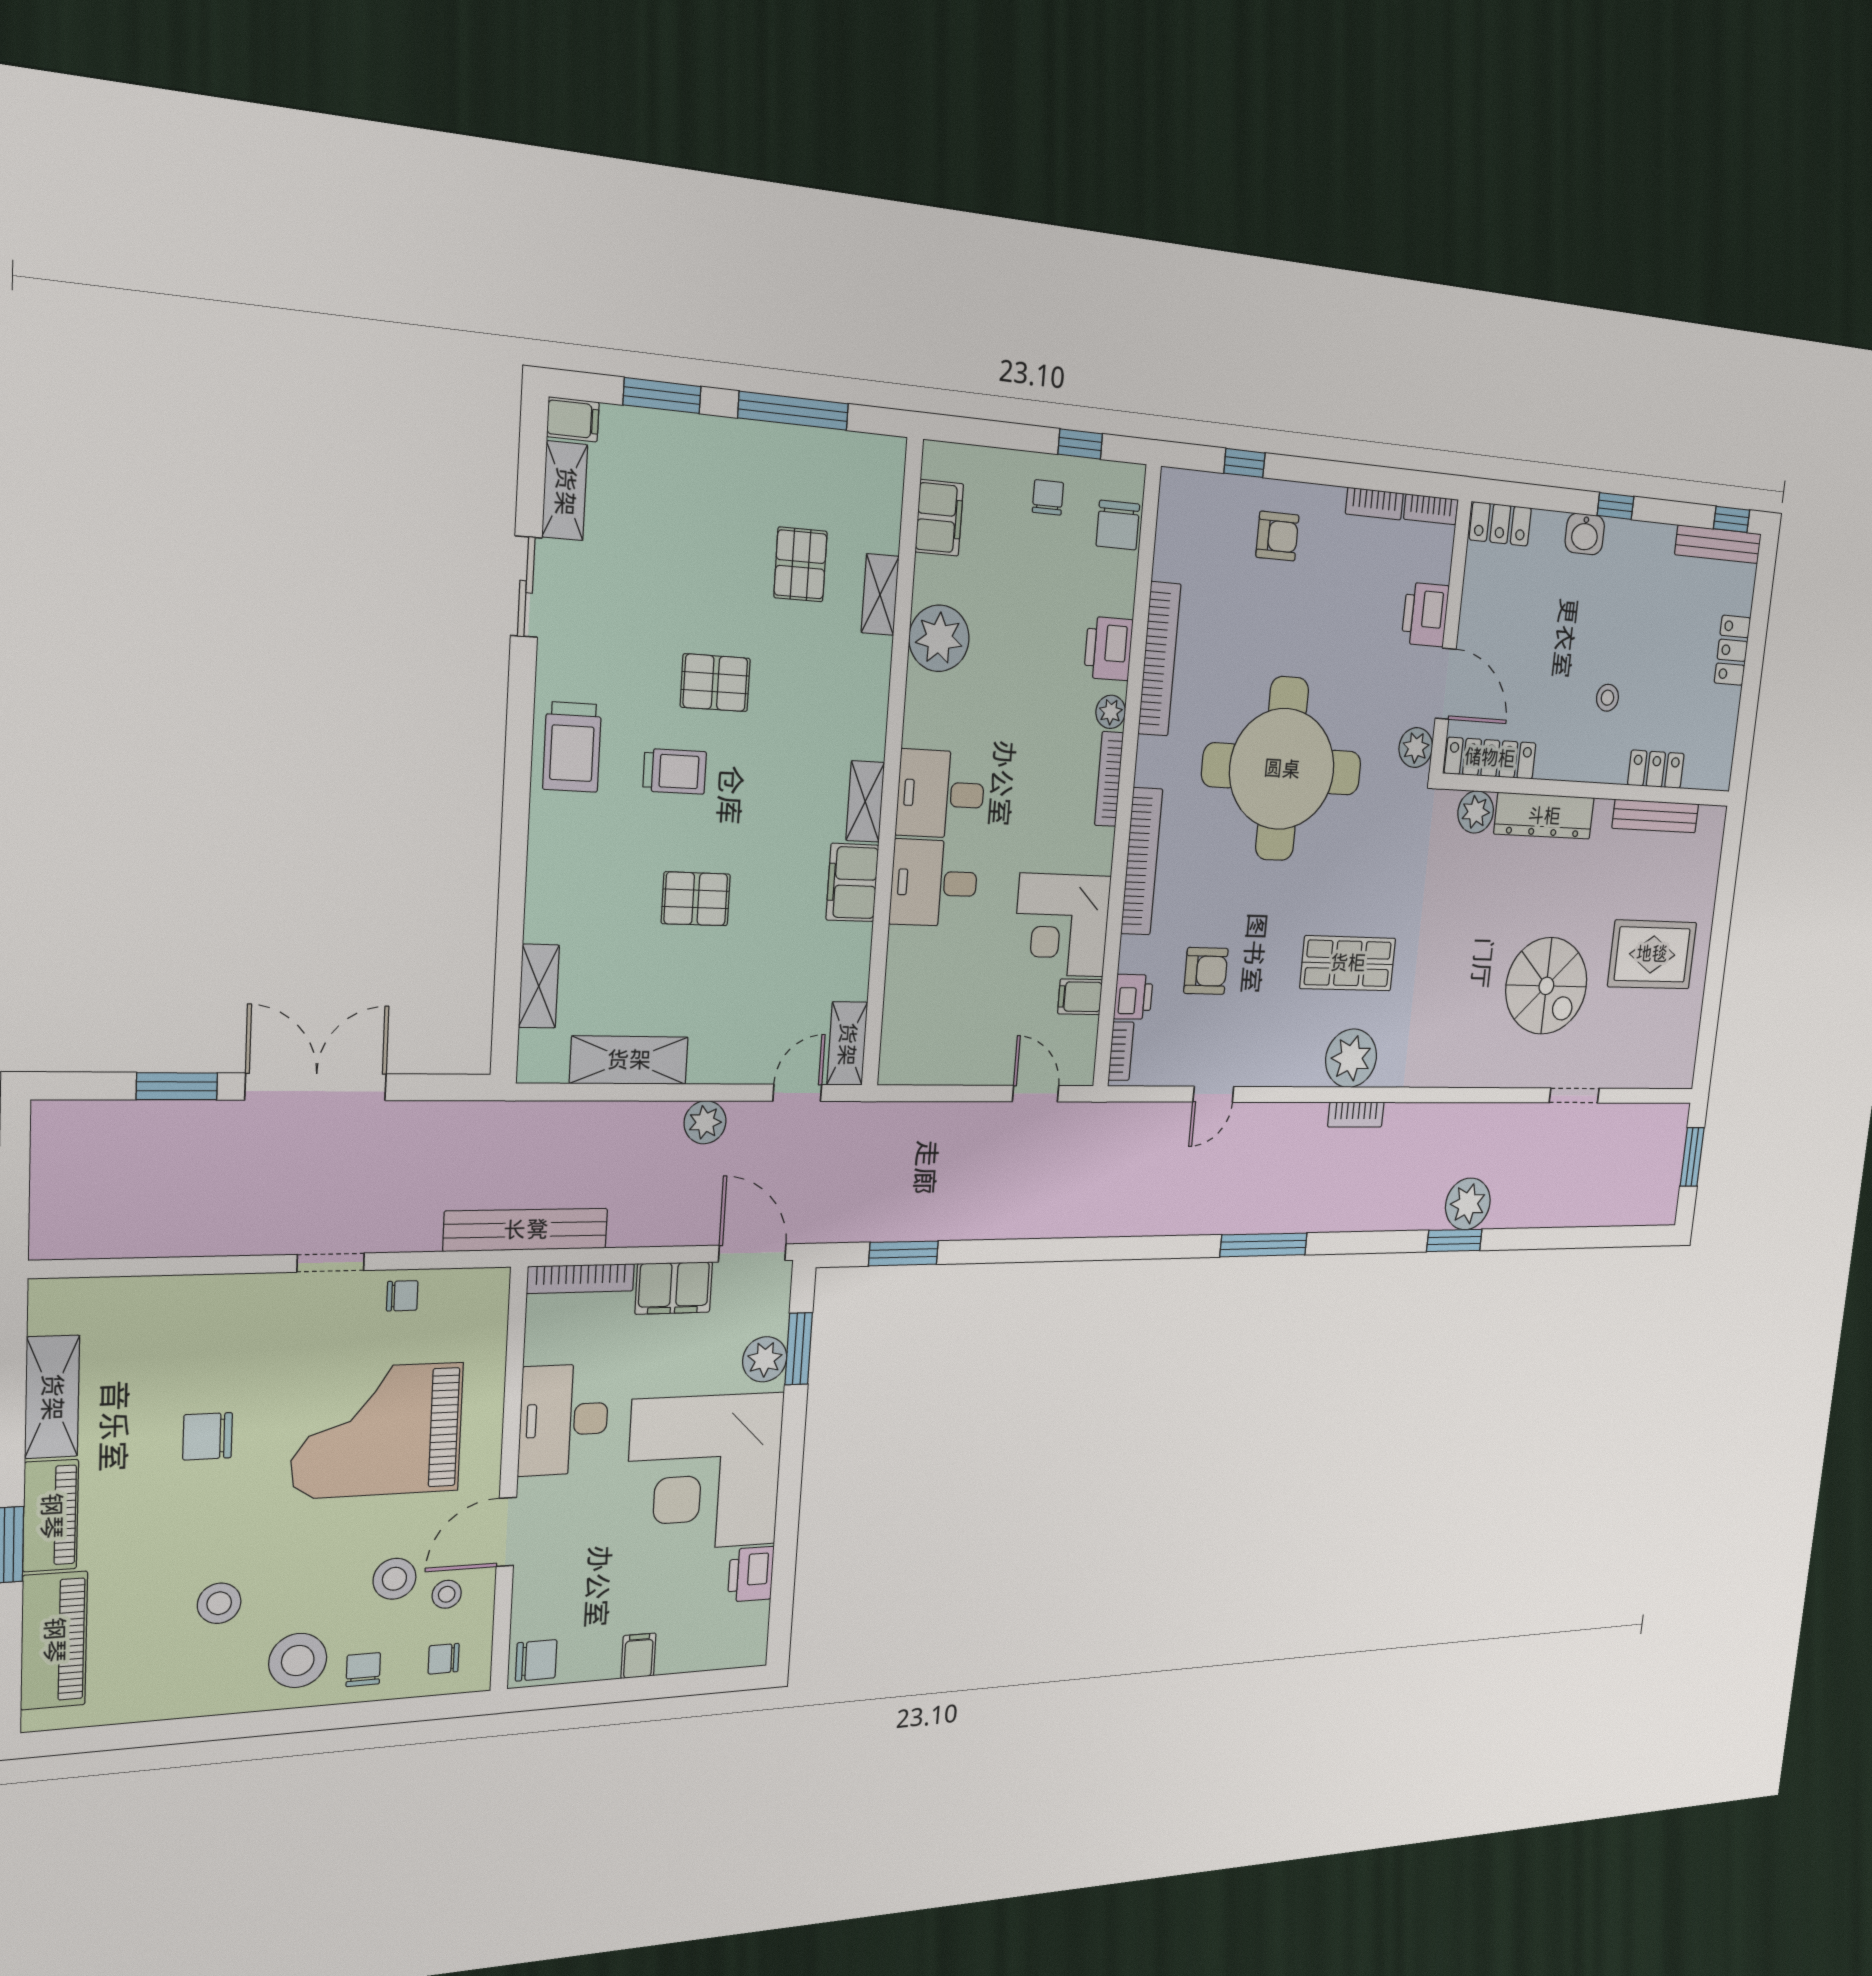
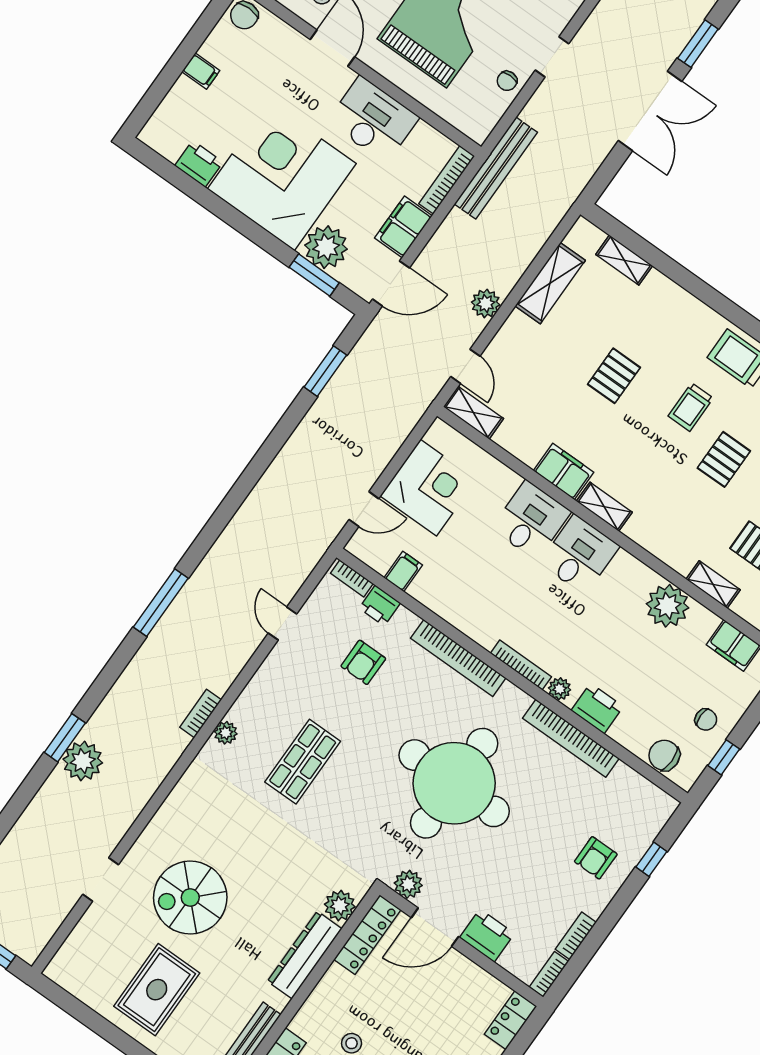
corner desk: (1062, 925) -> (428, 488), moved, turned 90
plant: (1351, 1058) -> (226, 733), width x0.53, depth x0.53
plant: (765, 1359) -> (326, 247), width x1.36, depth x1.36

